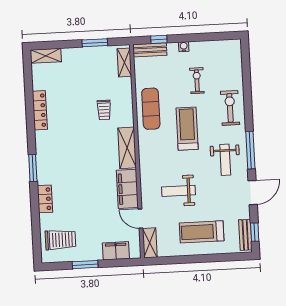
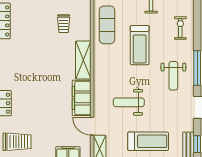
exercise bike: (230, 108) -> (180, 28), width x0.73, depth x0.72
treadmill: (187, 129) -> (140, 45), turned 180
treadmill: (202, 232) -> (148, 141), turned 180

